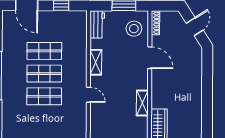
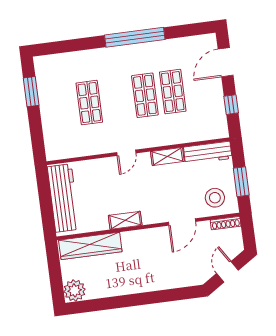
workbench: (97, 24) -> (208, 153), width x1.38
door: (195, 27) -> (227, 272), swing flipped
shop shelf: (44, 96) -> (89, 103), moved

